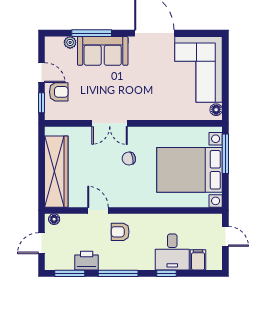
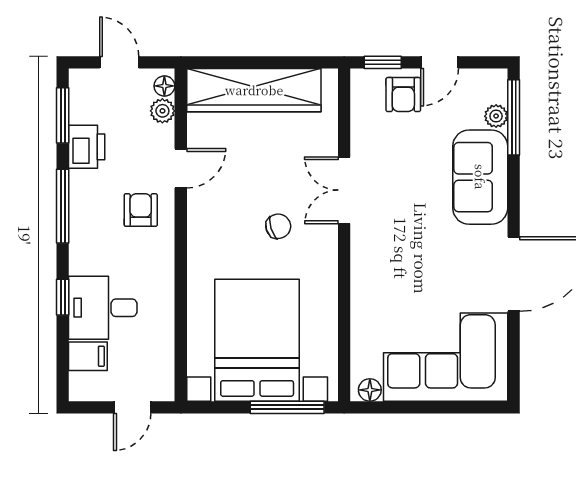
window: (92, 33) -> (514, 117), moved
chair: (129, 158) -> (278, 226), turned 85
plant: (67, 220) -> (162, 111), added

